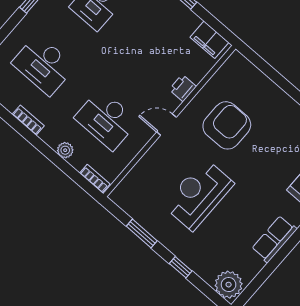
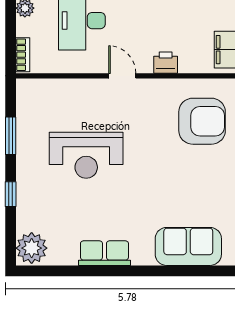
armchair: (227, 125) -> (202, 121), moved
reception desk: (198, 195) -> (86, 155), turned 180

